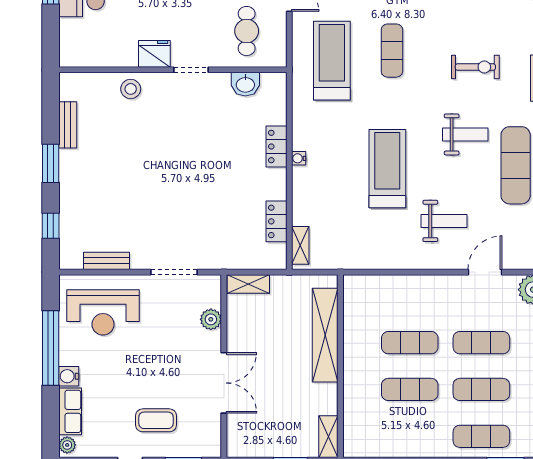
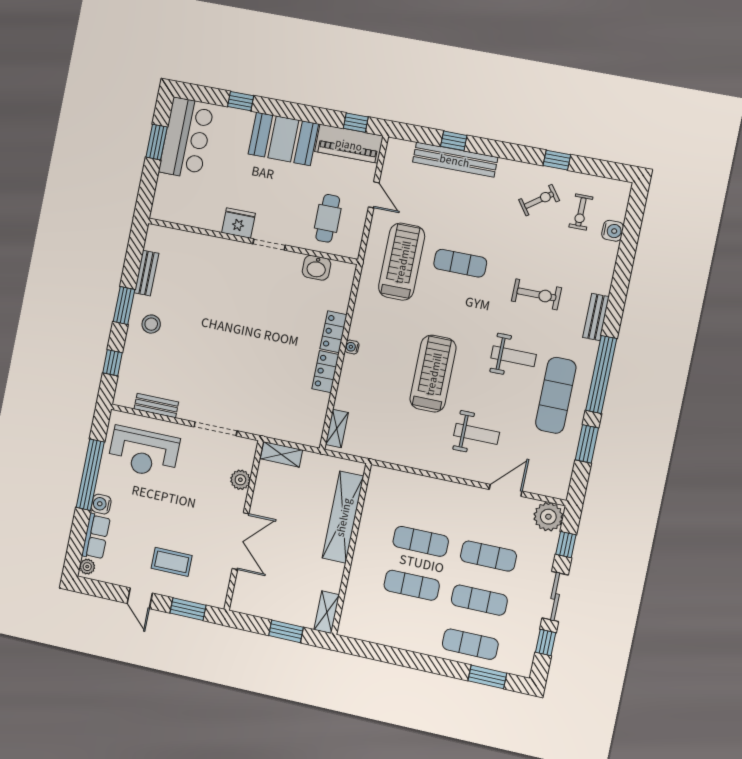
exercise mat: (392, 51) -> (460, 263), turned 90
stool: (131, 89) -> (151, 324), moved
locker: (276, 221) -> (325, 372), moved

